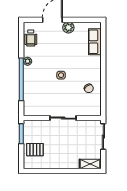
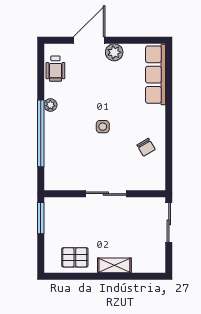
row of seats: (95, 42) -> (156, 75), width x1.48
pallet: (35, 150) -> (75, 257), moved
shelving: (90, 164) -> (114, 265), moved

